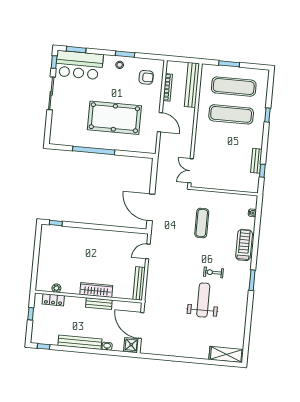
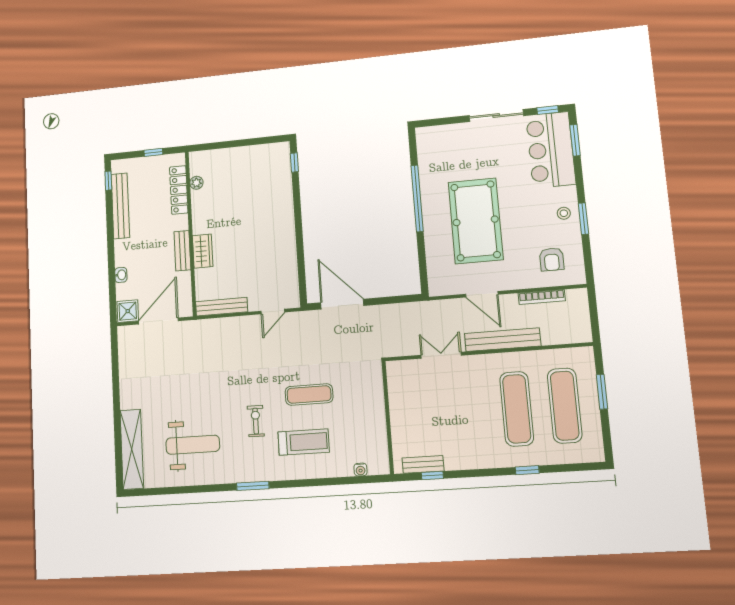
bench: (192, 85) -> (503, 340), moved
door: (160, 122) -> (482, 294), hinge flipped
bench: (256, 161) -> (423, 464), moved
double door: (191, 171) -> (441, 355), moved
door: (151, 207) -> (342, 304), hinge flipped
exercise mat: (202, 223) -> (309, 395), moved
treadmill: (244, 245) -> (304, 442), moved
door: (148, 251) -> (273, 312), swing flipped
wardrobe: (96, 290) -> (203, 251), width x0.67
locker: (53, 300) -> (179, 190), width x1.53
weight bench: (203, 300) -> (193, 445), moved
bench: (80, 342) -> (120, 206), moved
shelving: (226, 354) -> (132, 449), width x1.47

